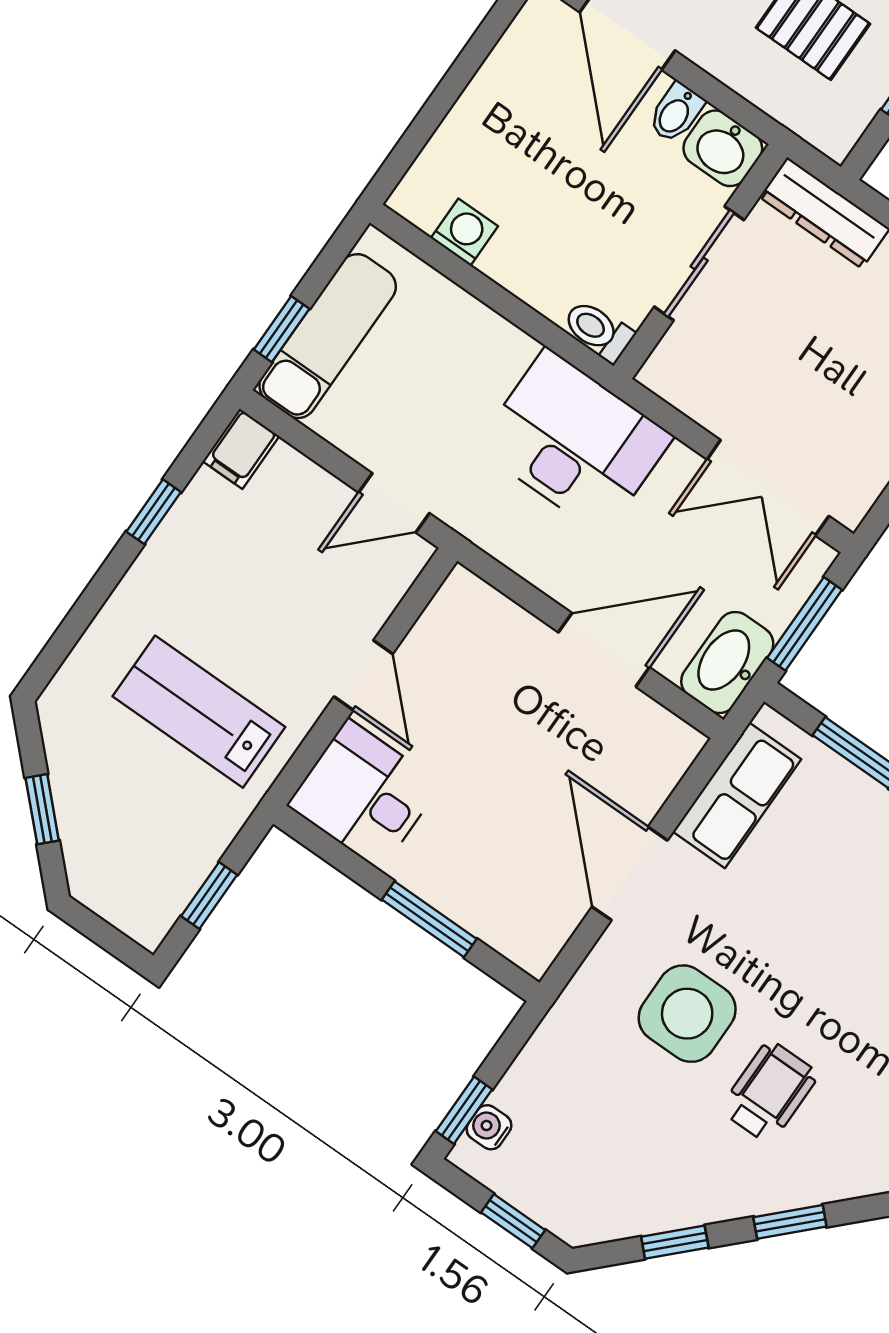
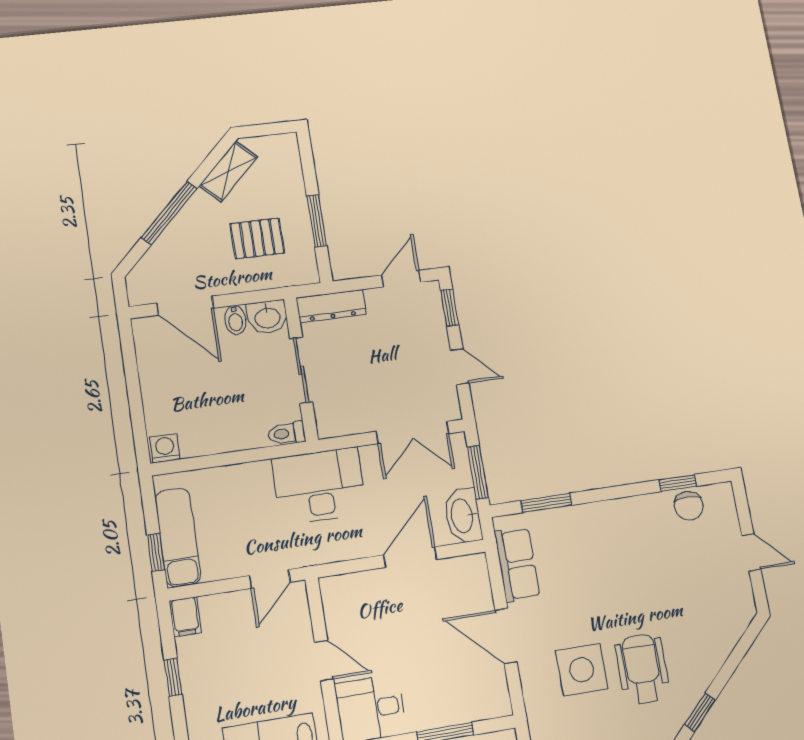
washing machine: (464, 232) -> (165, 448), moved
wheelchair: (769, 1092) -> (642, 669), width x1.36, depth x1.37

